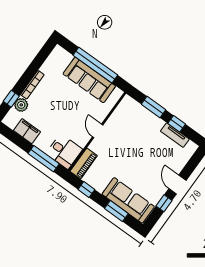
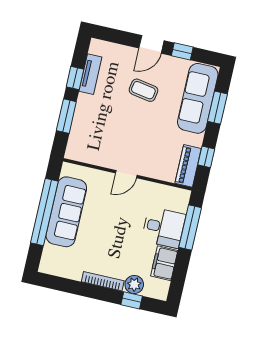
desk: (64, 151) -> (164, 227), moved, turned 90
piano: (84, 163) -> (188, 166), moved, turned -90
coffee table: (149, 166) -> (143, 90), added

